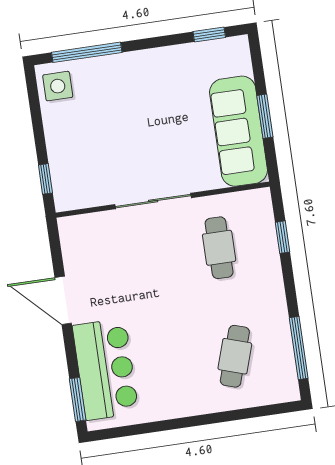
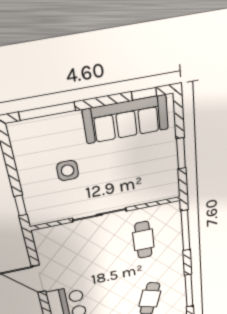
side table: (58, 86) -> (68, 171), moved
sofa: (239, 131) -> (126, 119), moved, turned -90
window: (282, 237) -> (185, 231), width x2.17

